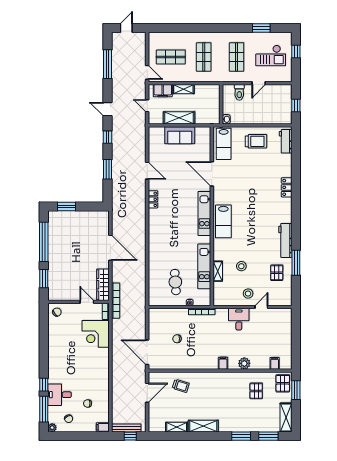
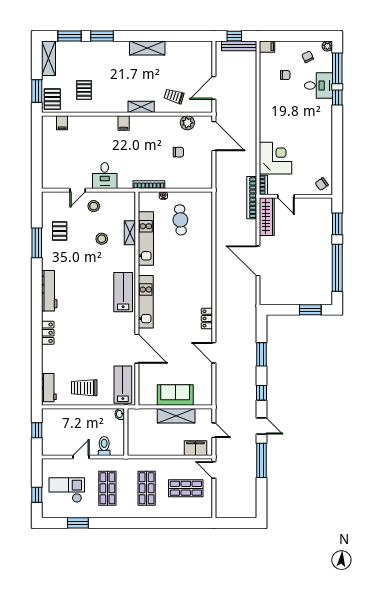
door: (126, 28) -> (239, 523), removed
window: (107, 64) -> (261, 460), moved
shelving: (183, 89) -> (171, 450), removed
workbench: (285, 240) -> (49, 291), moved
plant: (244, 363) -> (187, 123), moved
shelving: (177, 427) -> (141, 107), moved

